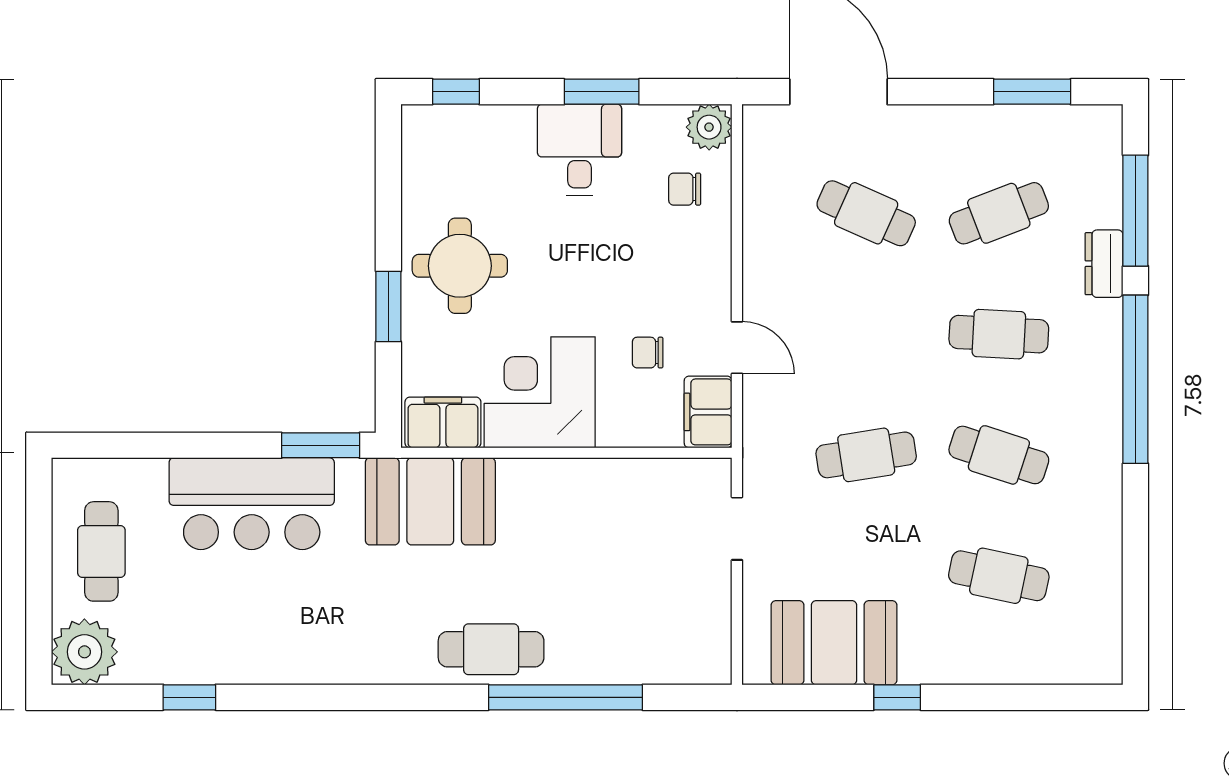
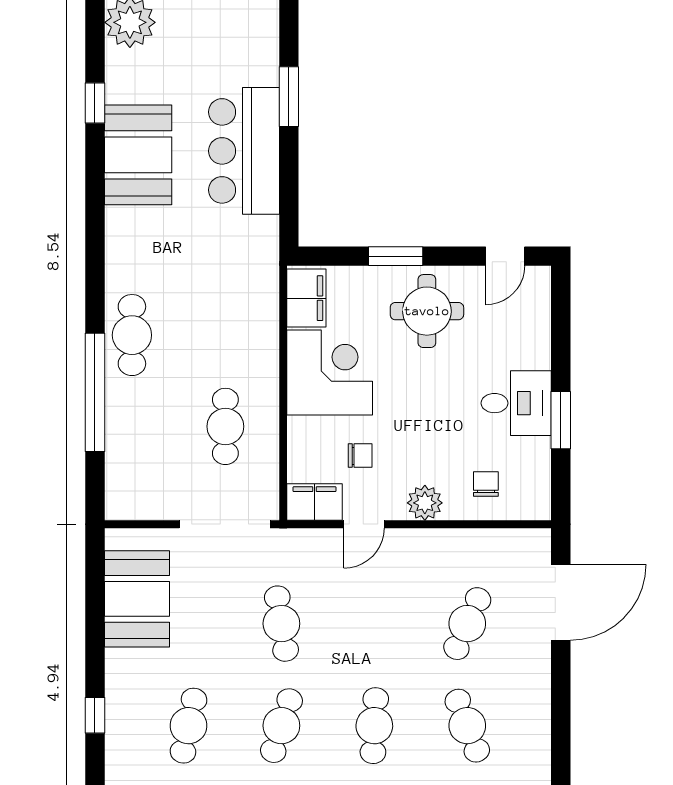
window: (456, 92) -> (561, 308), removed
window: (1032, 92) -> (561, 751), removed
plant: (709, 127) -> (425, 503), moved
door: (388, 164) -> (505, 256), added
chair: (648, 353) -> (360, 456), turned 90
window: (321, 445) -> (289, 97), moved
booth: (430, 501) -> (138, 155), moved
doorway: (737, 529) -> (225, 524), width x1.88
cafe table: (101, 551) -> (225, 426), moved, turned 90
window: (897, 697) -> (95, 715), moved

